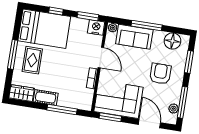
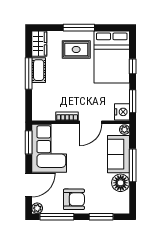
floor lamp: (172, 41) -> (121, 183), moved
armchair: (160, 74) -> (74, 199), moved
plant: (173, 109) -> (37, 208), moved
window: (62, 110) -> (29, 73), moved

